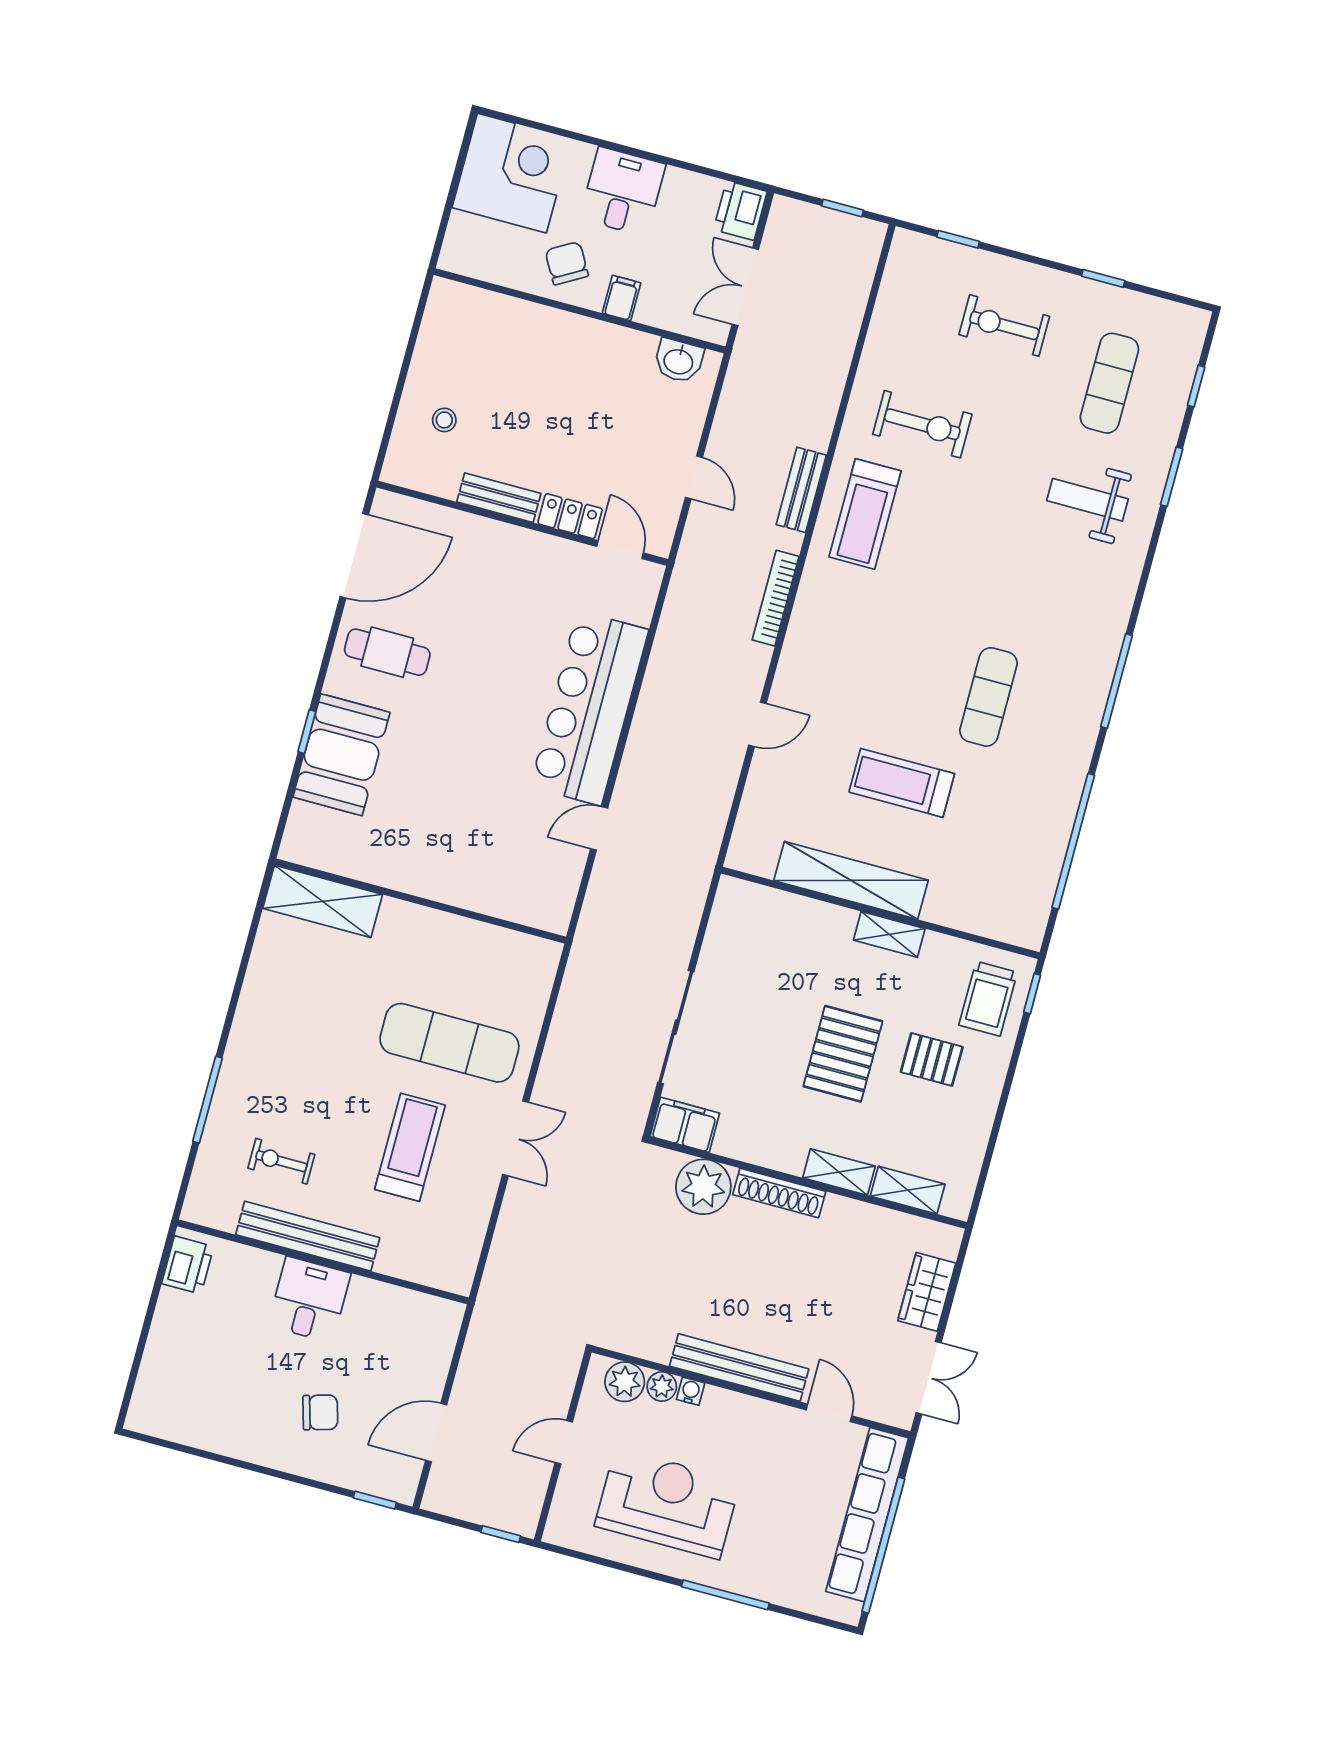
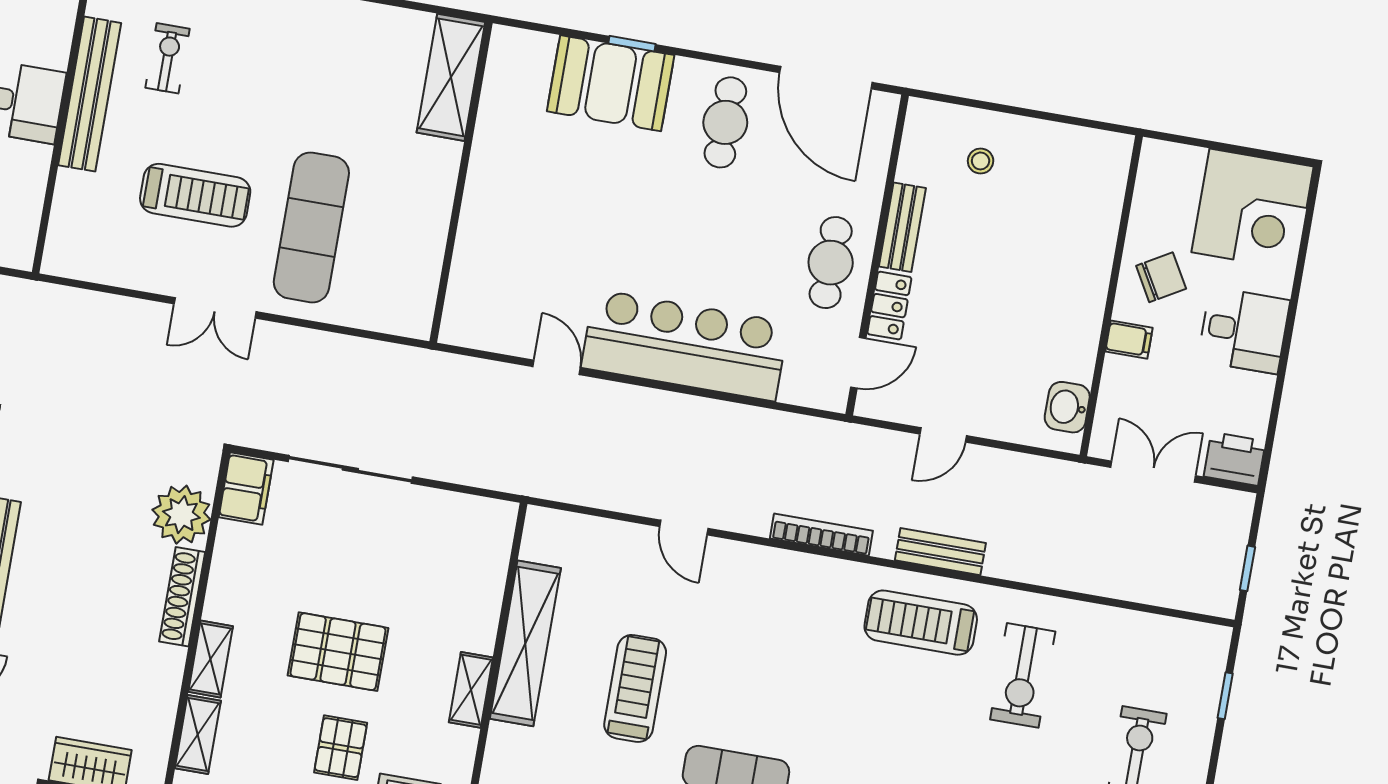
cafe table: (525, 567) -> (831, 263), added

